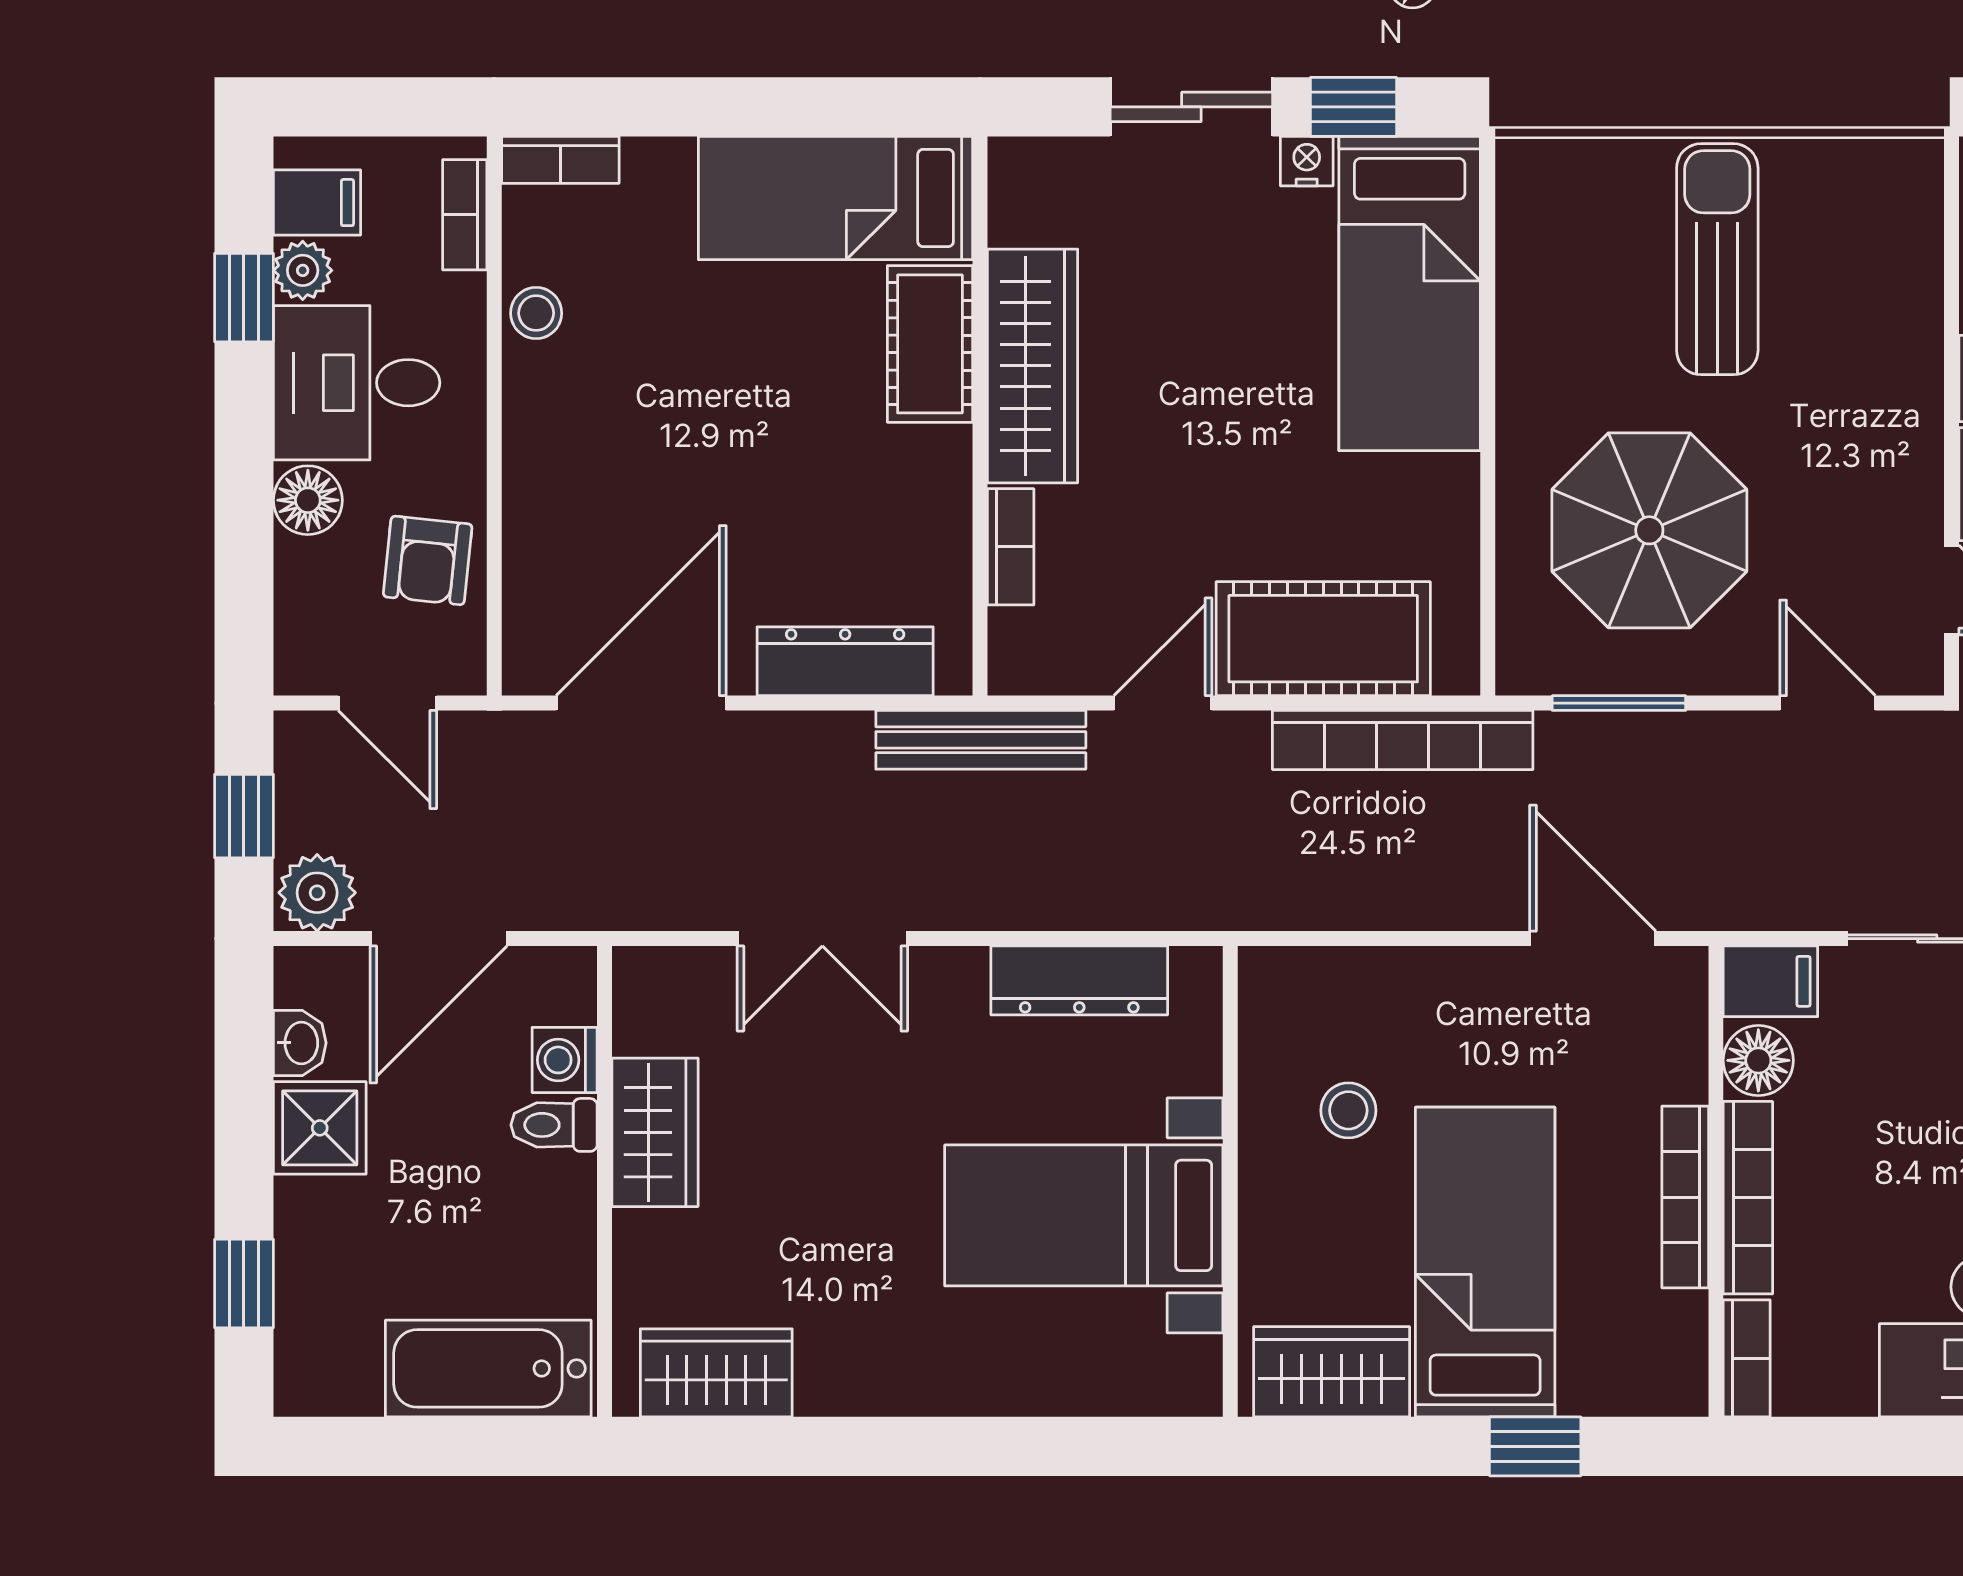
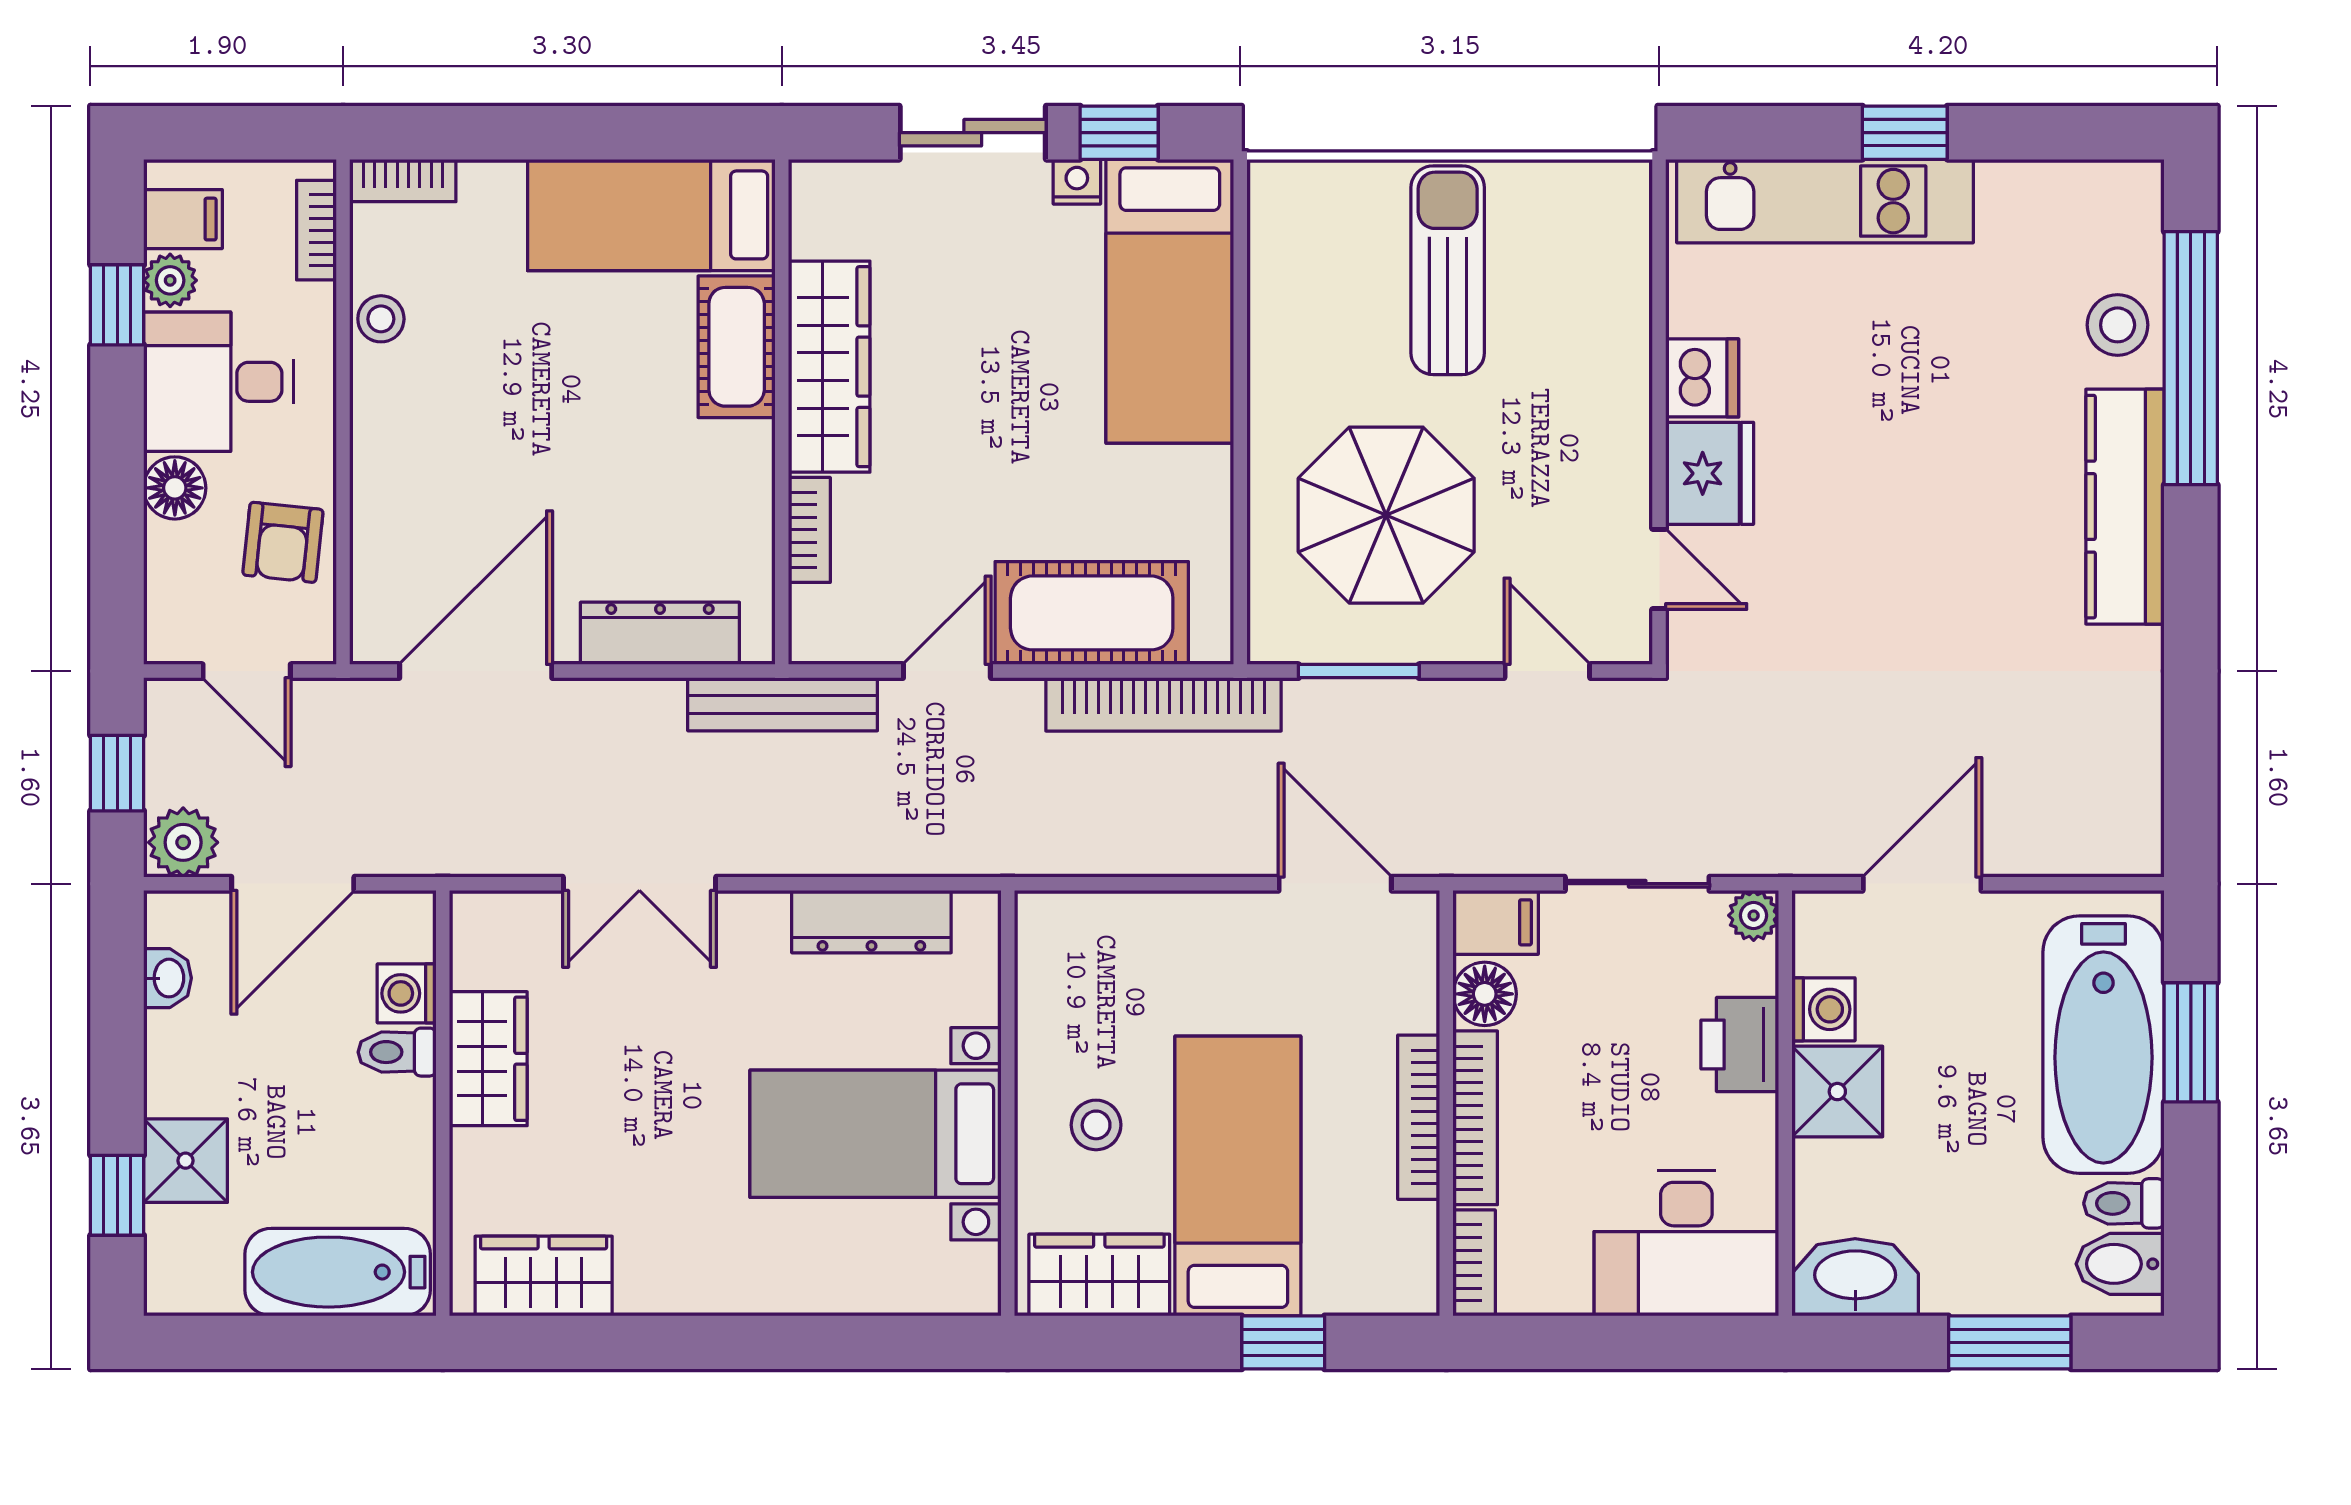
stool: (1348, 1110) -> (1096, 1125), moved
shower: (320, 1128) -> (186, 1161), moved

